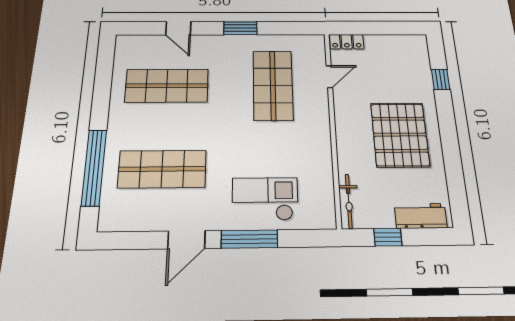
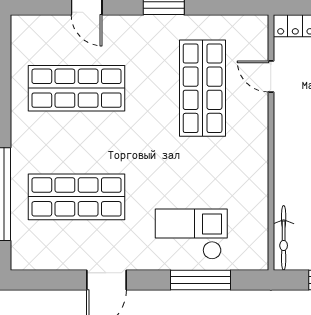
door: (329, 77) -> (271, 76), swing flipped
window: (249, 239) -> (200, 280), moved

